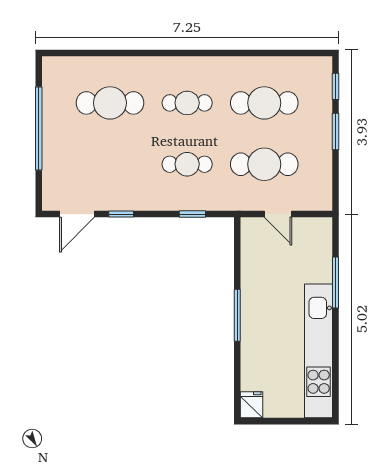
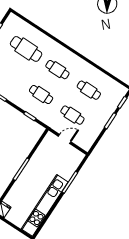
cafe table: (264, 103) -> (89, 90), width x0.73, depth x0.74
cafe table: (264, 164) -> (72, 115), width x0.73, depth x0.74
door: (278, 214) -> (65, 139), swing flipped

